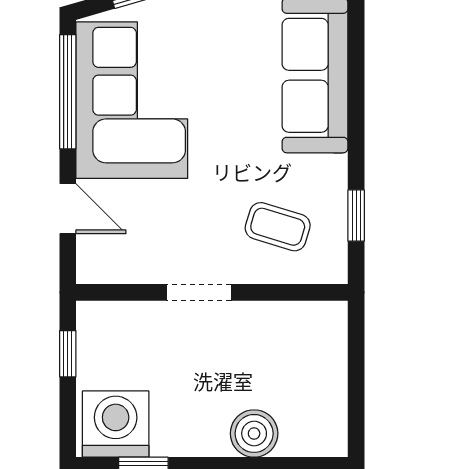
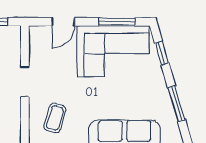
window: (68, 92) -> (117, 22), width x0.69

